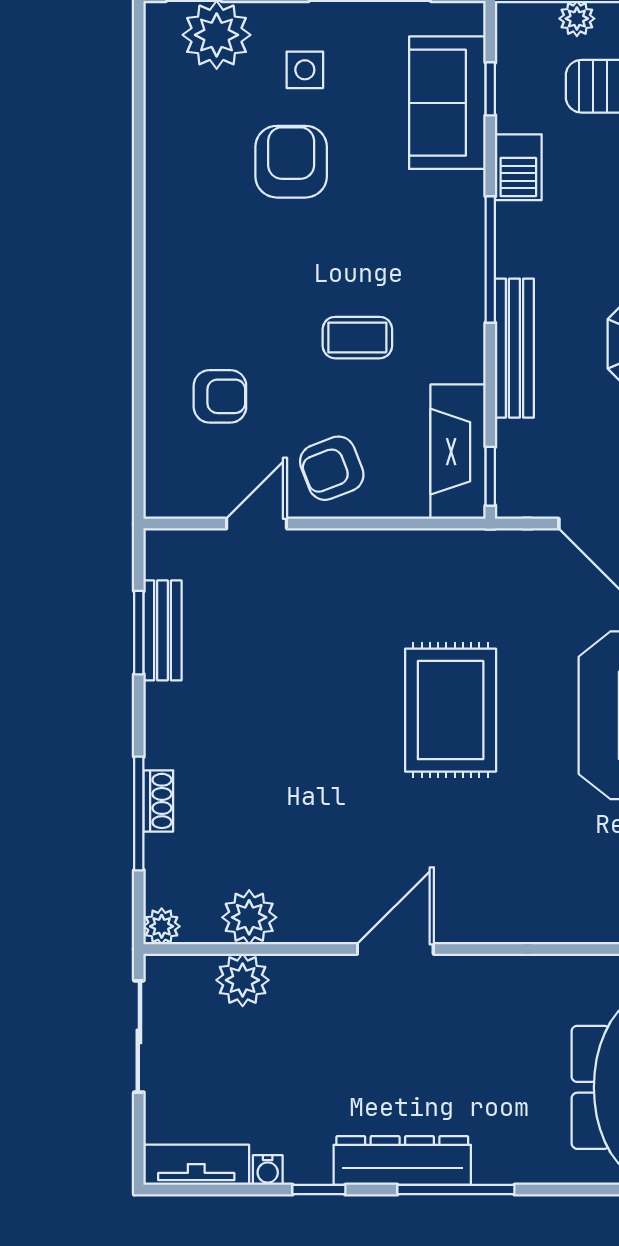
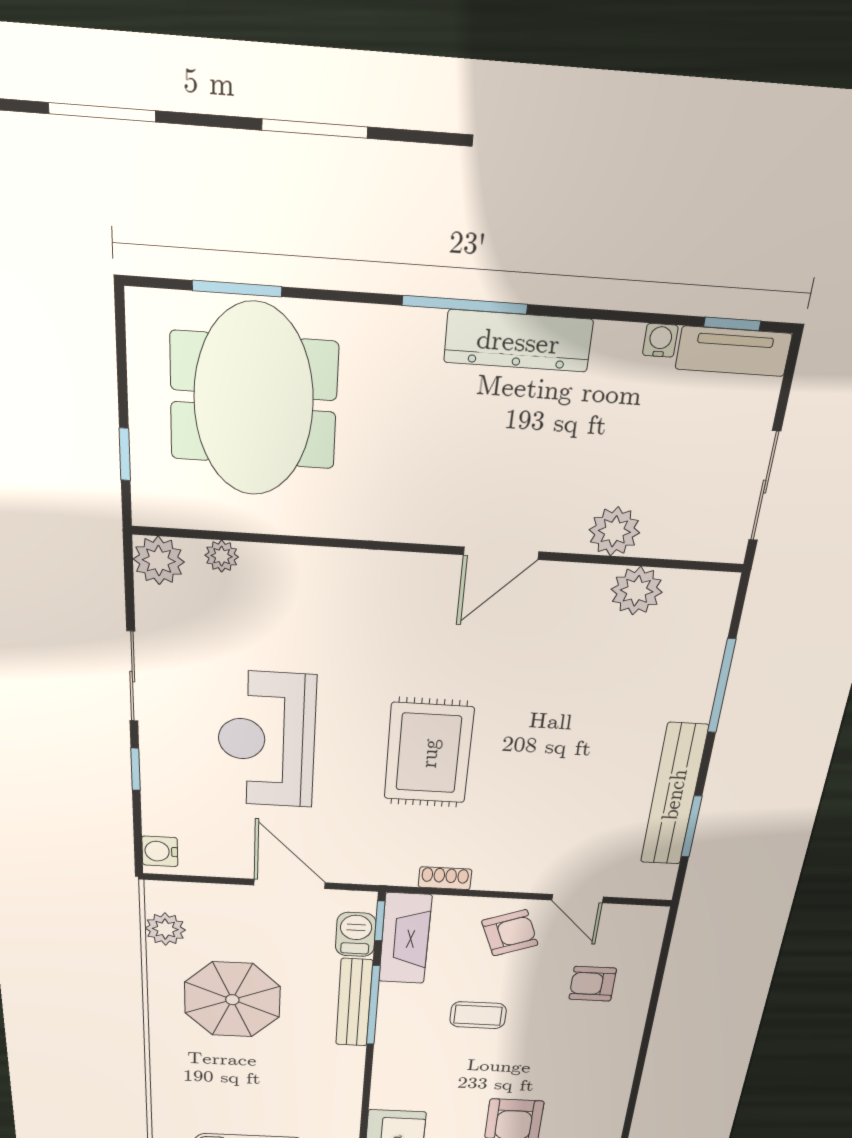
barbecue: (518, 167) -> (356, 934), moved
window: (490, 259) -> (373, 1005), moved
door: (257, 524) -> (578, 899), hinge flipped
bench: (163, 630) -> (674, 795), width x1.86, depth x1.21
shoe rack: (158, 801) -> (445, 878), moved, turned 90
plant: (162, 926) -> (721, 588), removed
plant: (243, 980) -> (614, 531), moved
window: (319, 1190) -> (732, 324), moved

